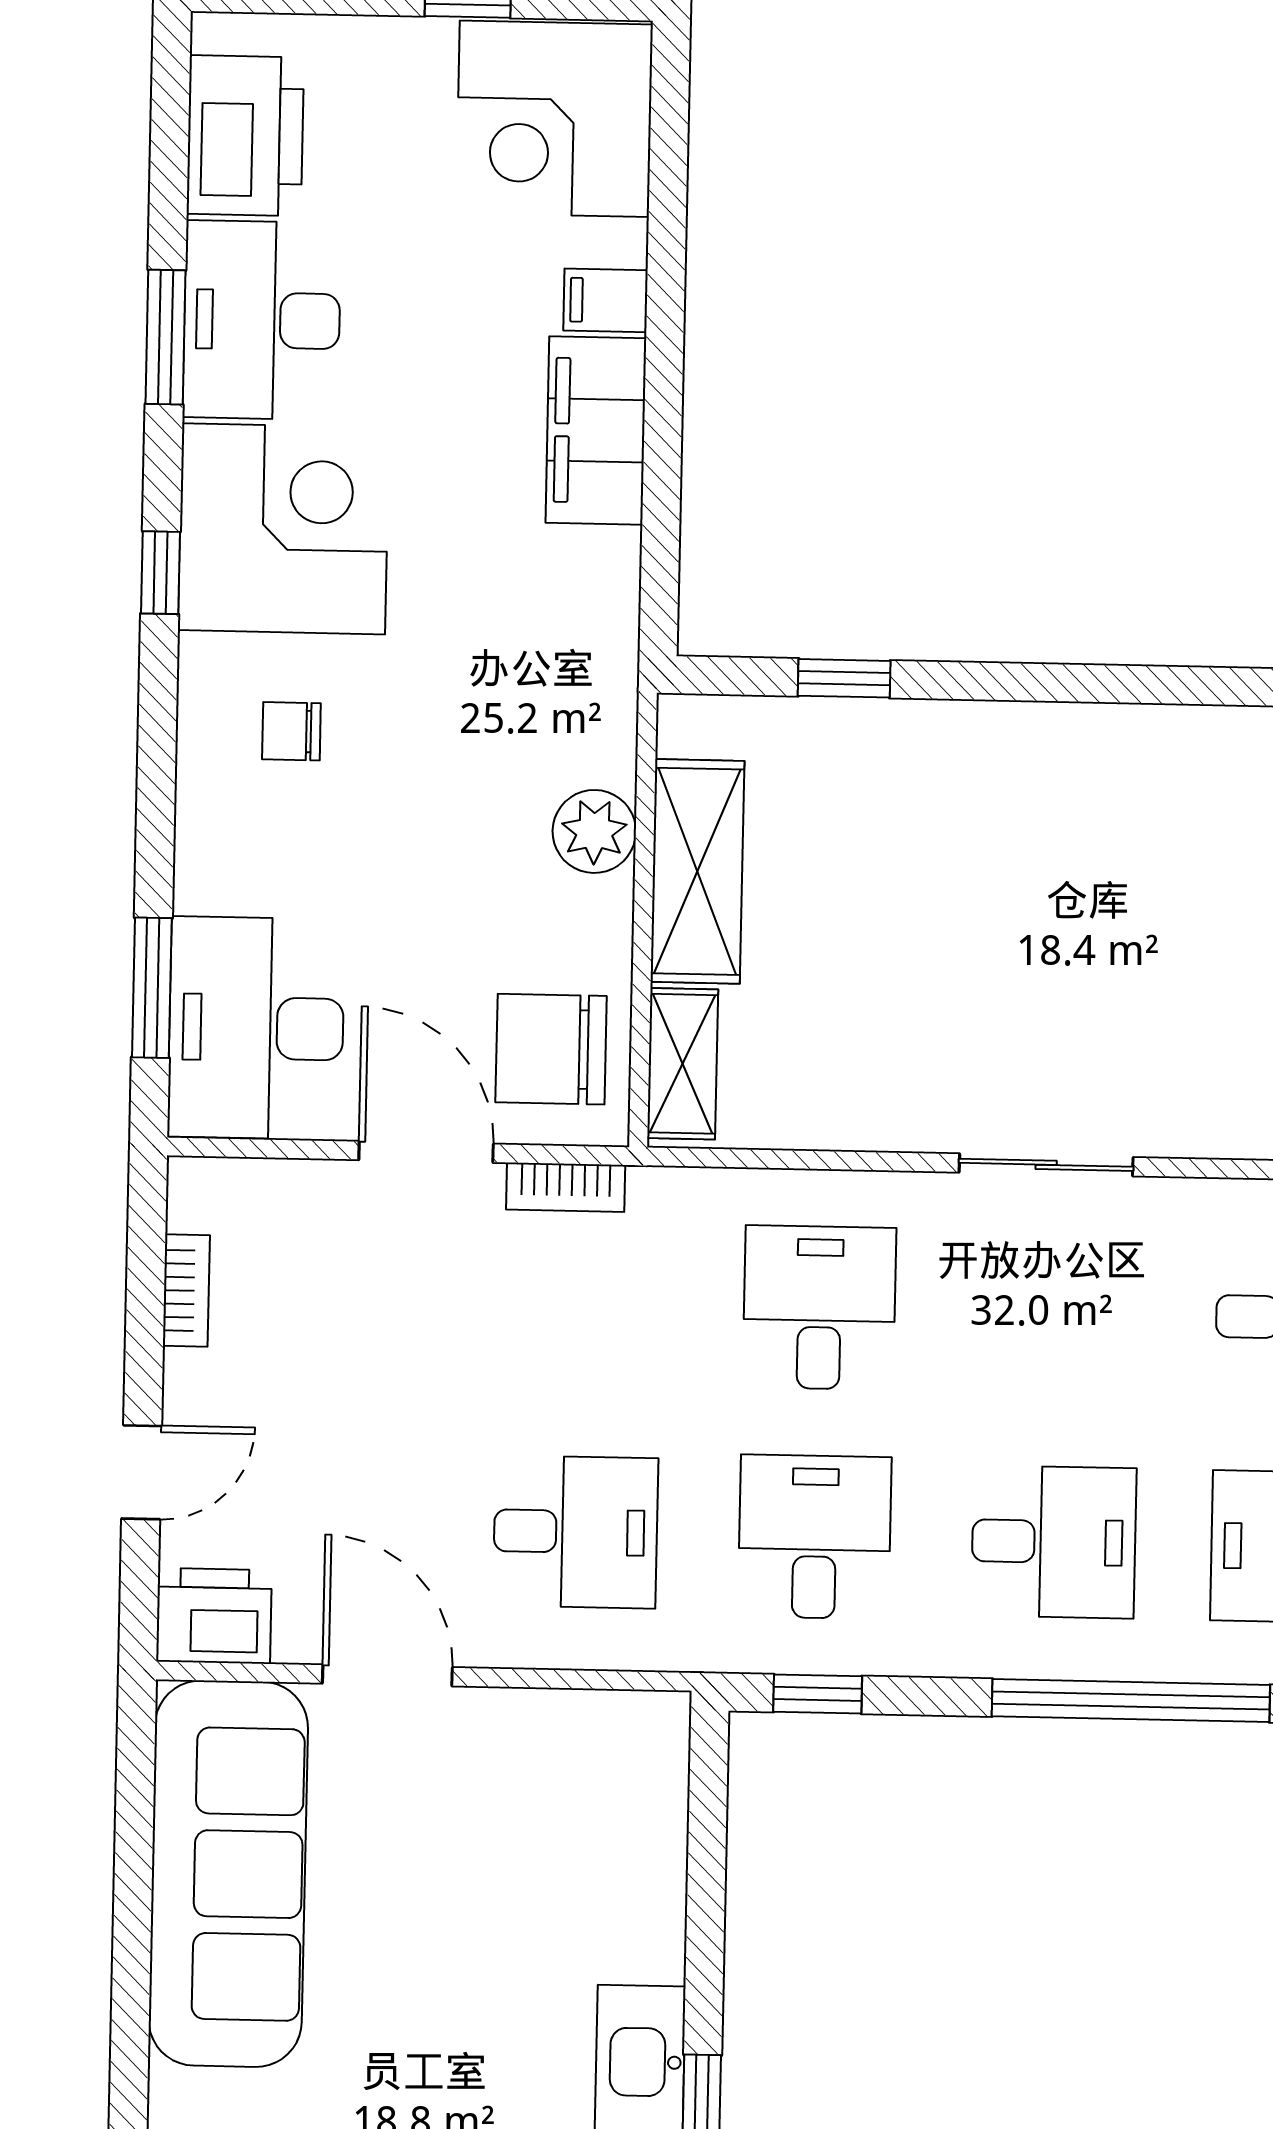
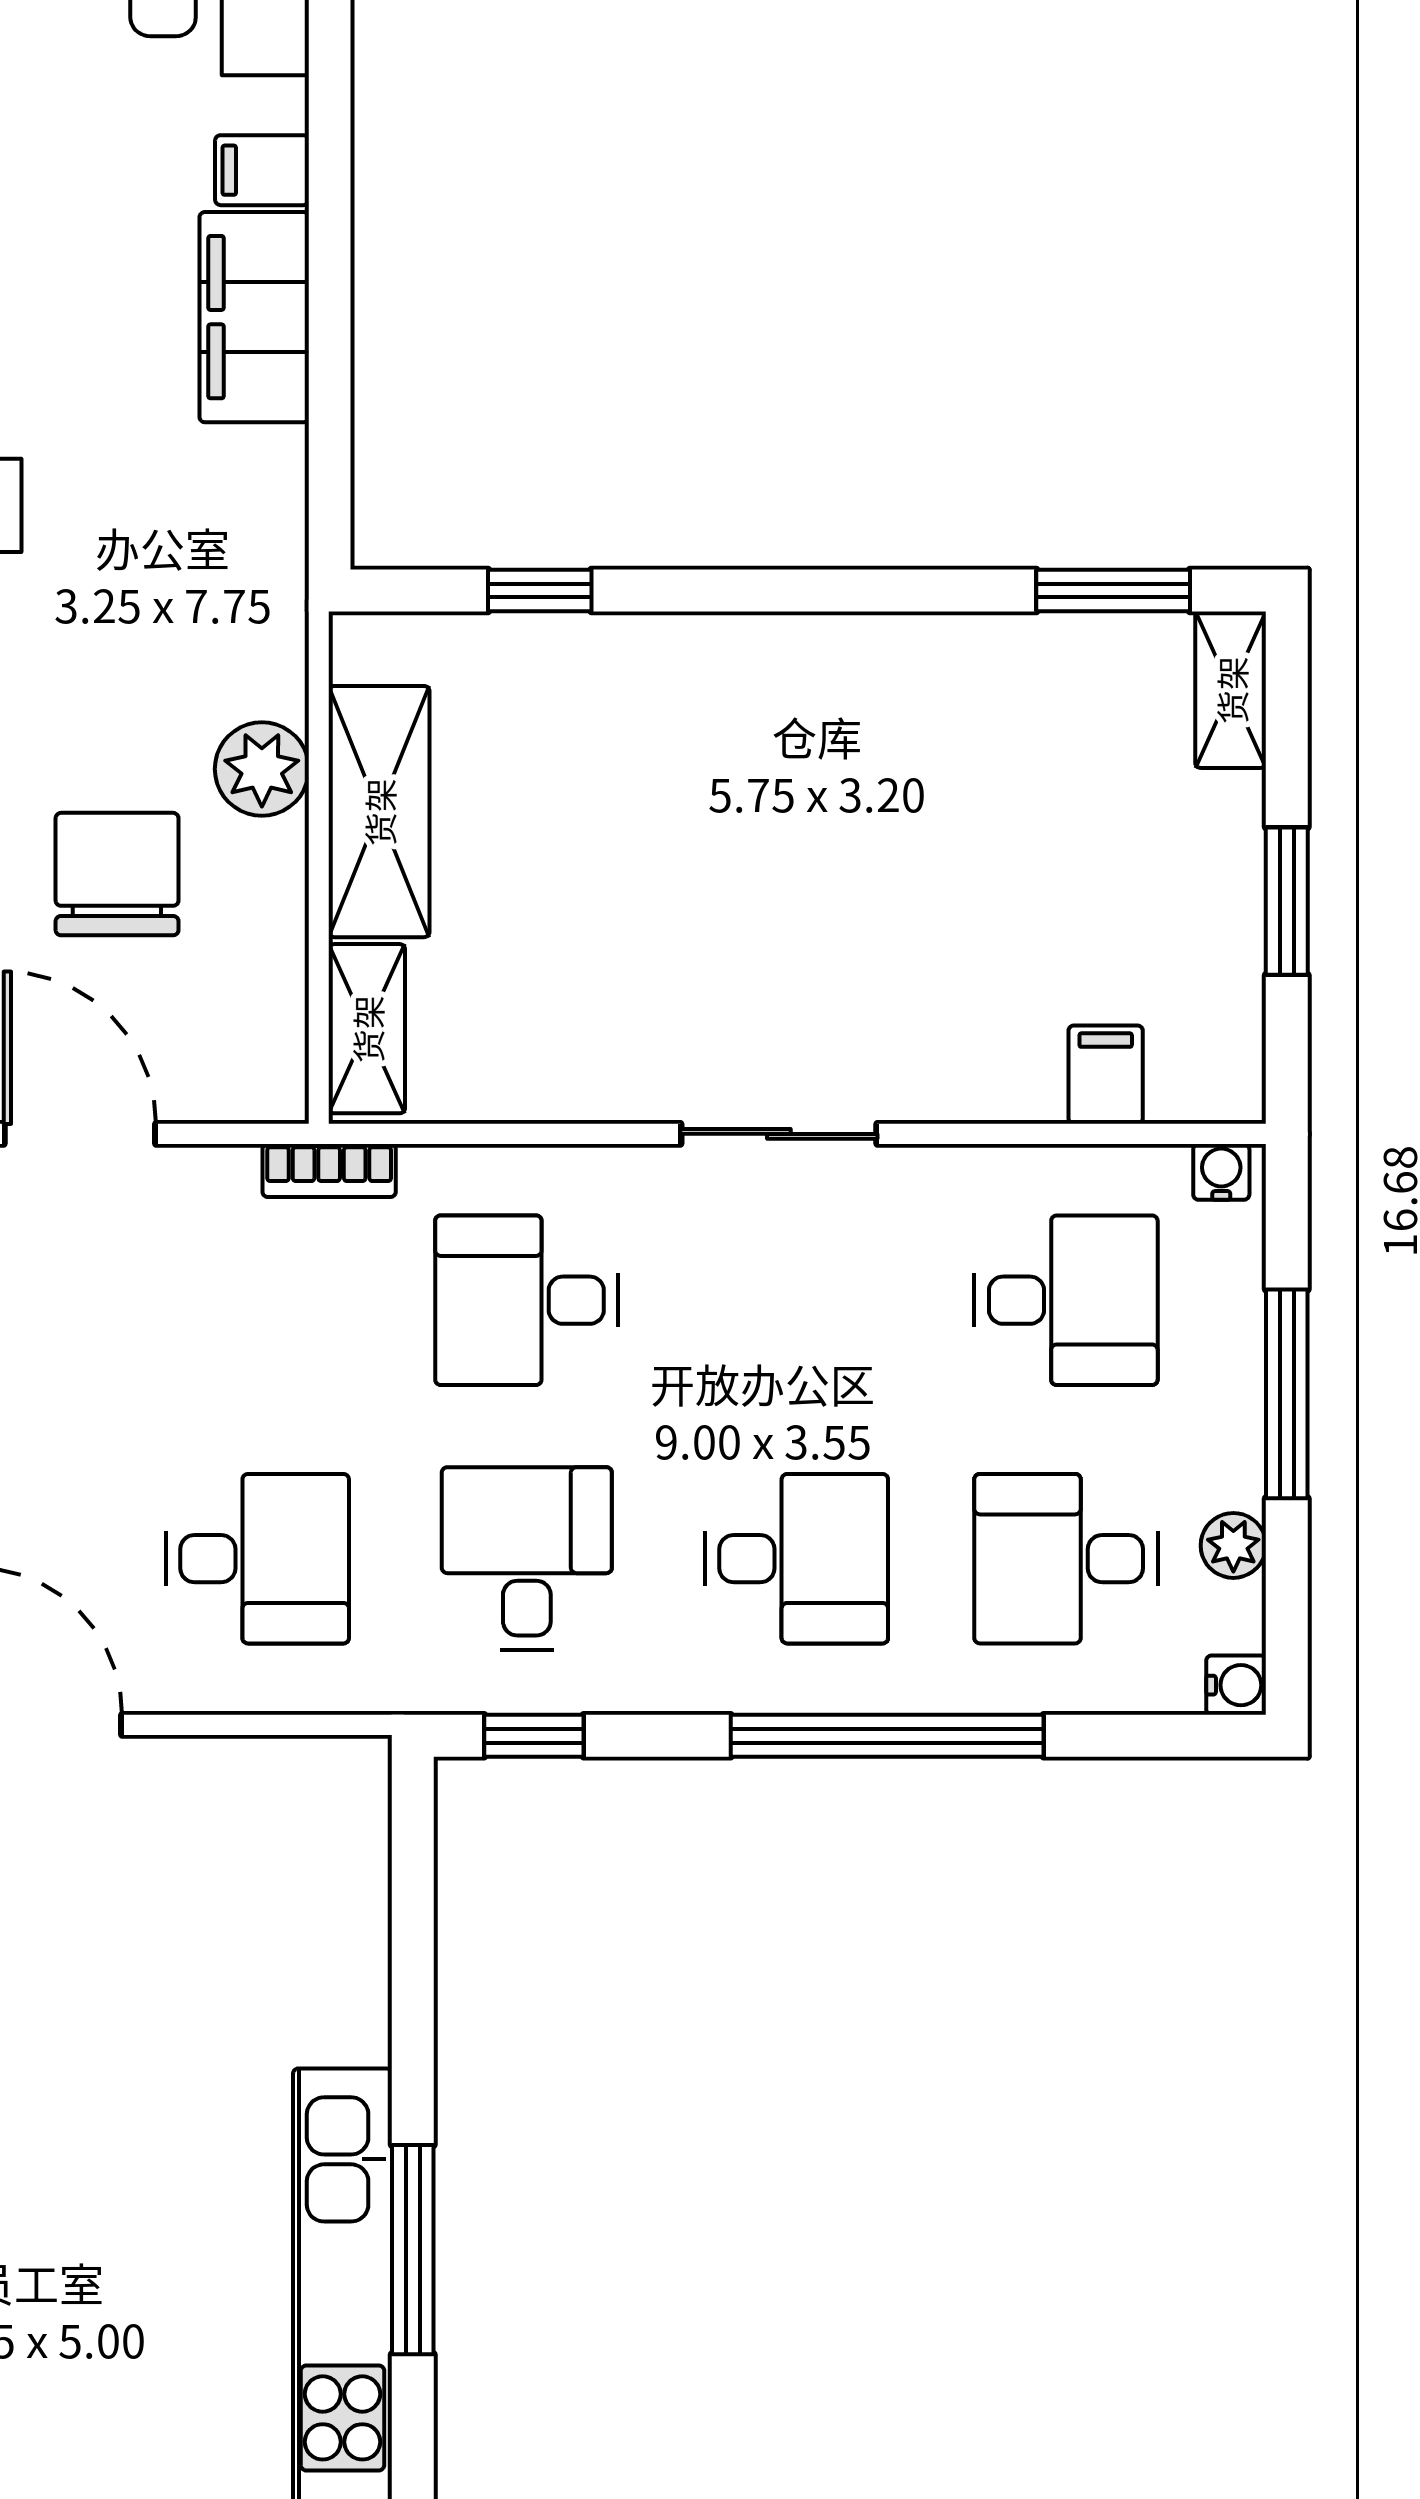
chair: (551, 1049) -> (117, 874), moved, turned 90
bookcase: (566, 1187) -> (329, 1171), moved
desk: (819, 1308) -> (527, 1300), turned -90

